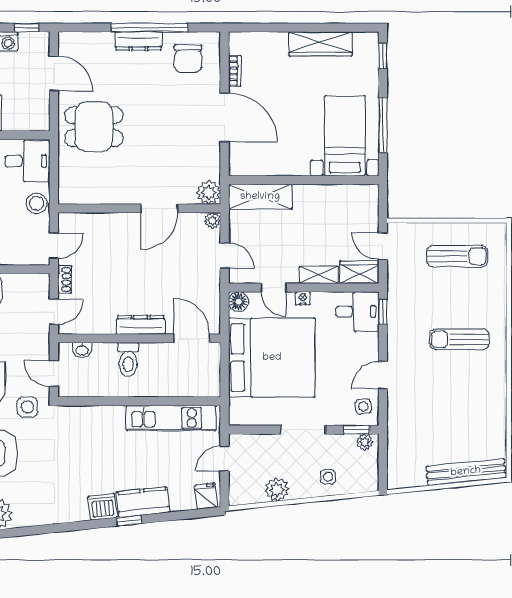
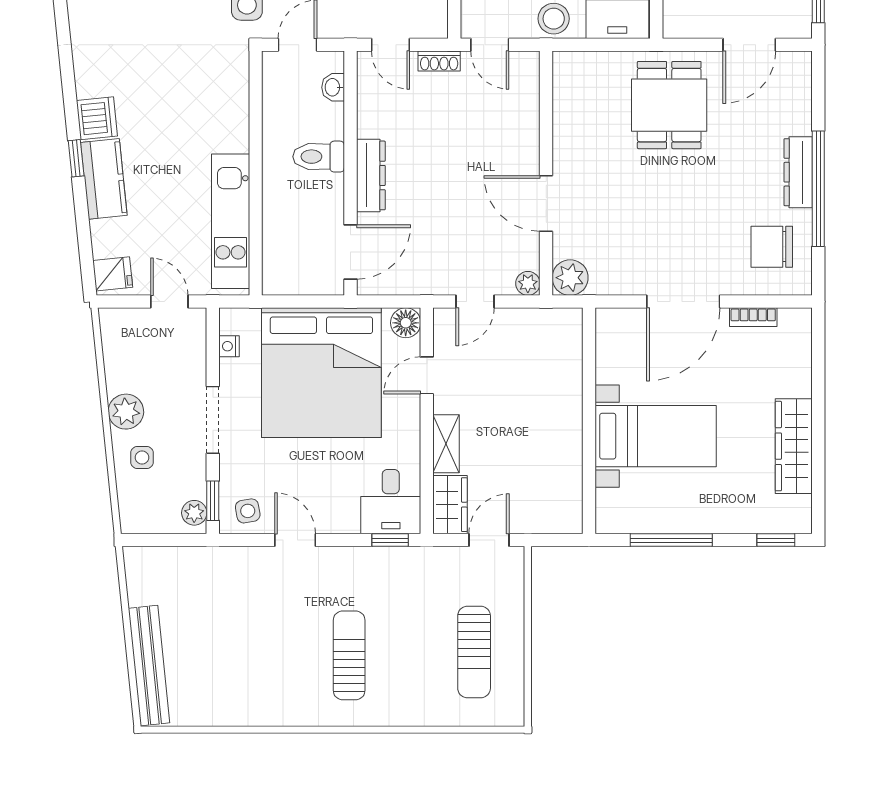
bed with nightstands: (345, 136) -> (656, 436), moved
shelving: (260, 197) -> (564, 356), removed
nightstand: (303, 298) -> (229, 346), moved, turned 180
plant: (277, 490) -> (126, 412), moved

